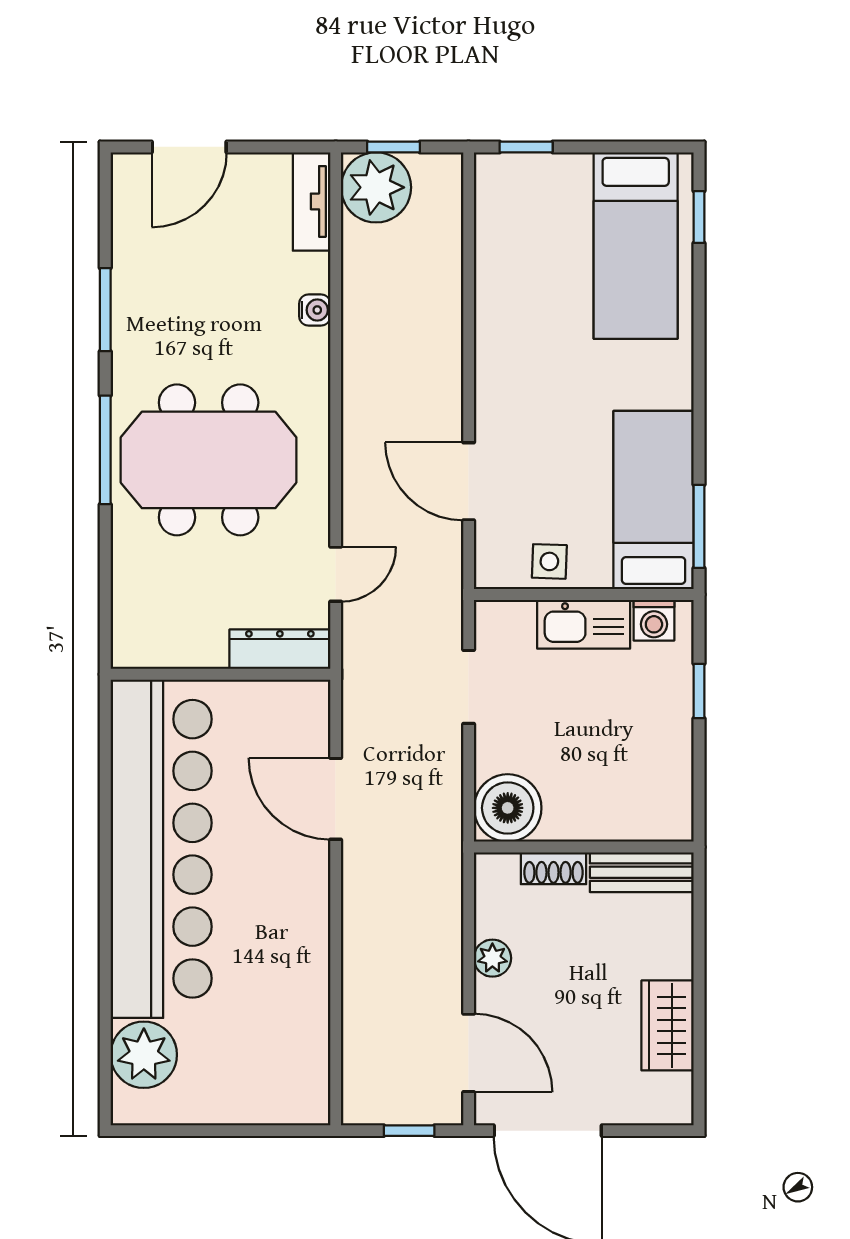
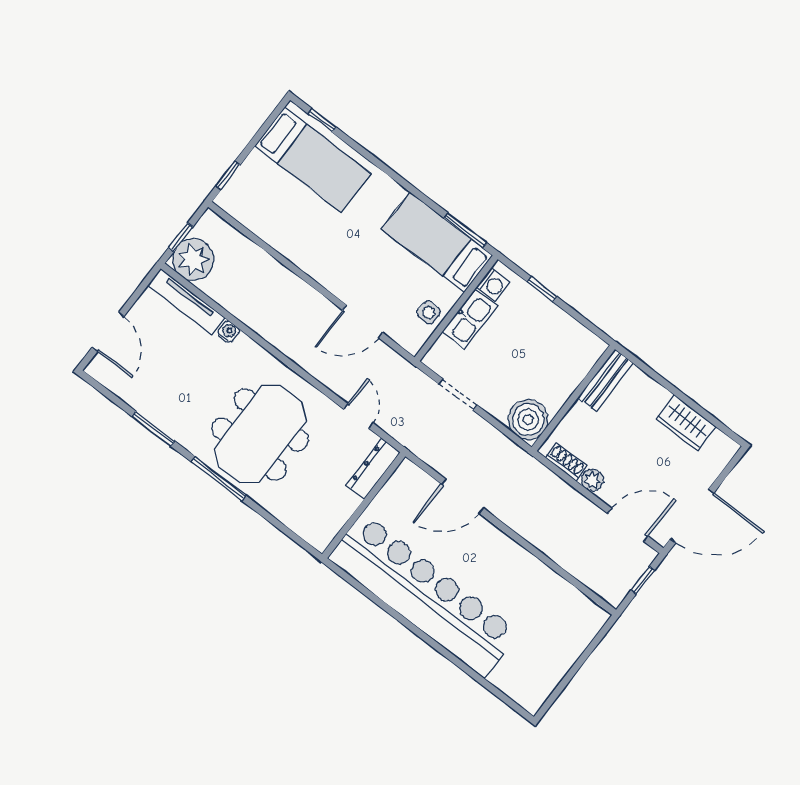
tv unit: (312, 201) -> (186, 302), width x1.41
shoe rack: (554, 868) -> (566, 462), moved, turned -90
plant: (144, 1055) -> (513, 676), removed

